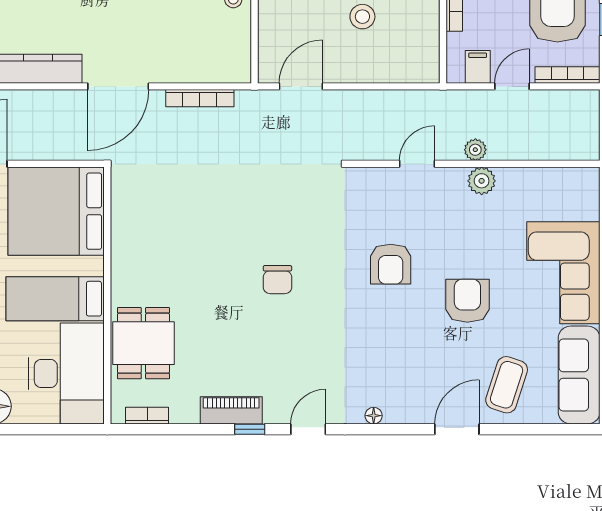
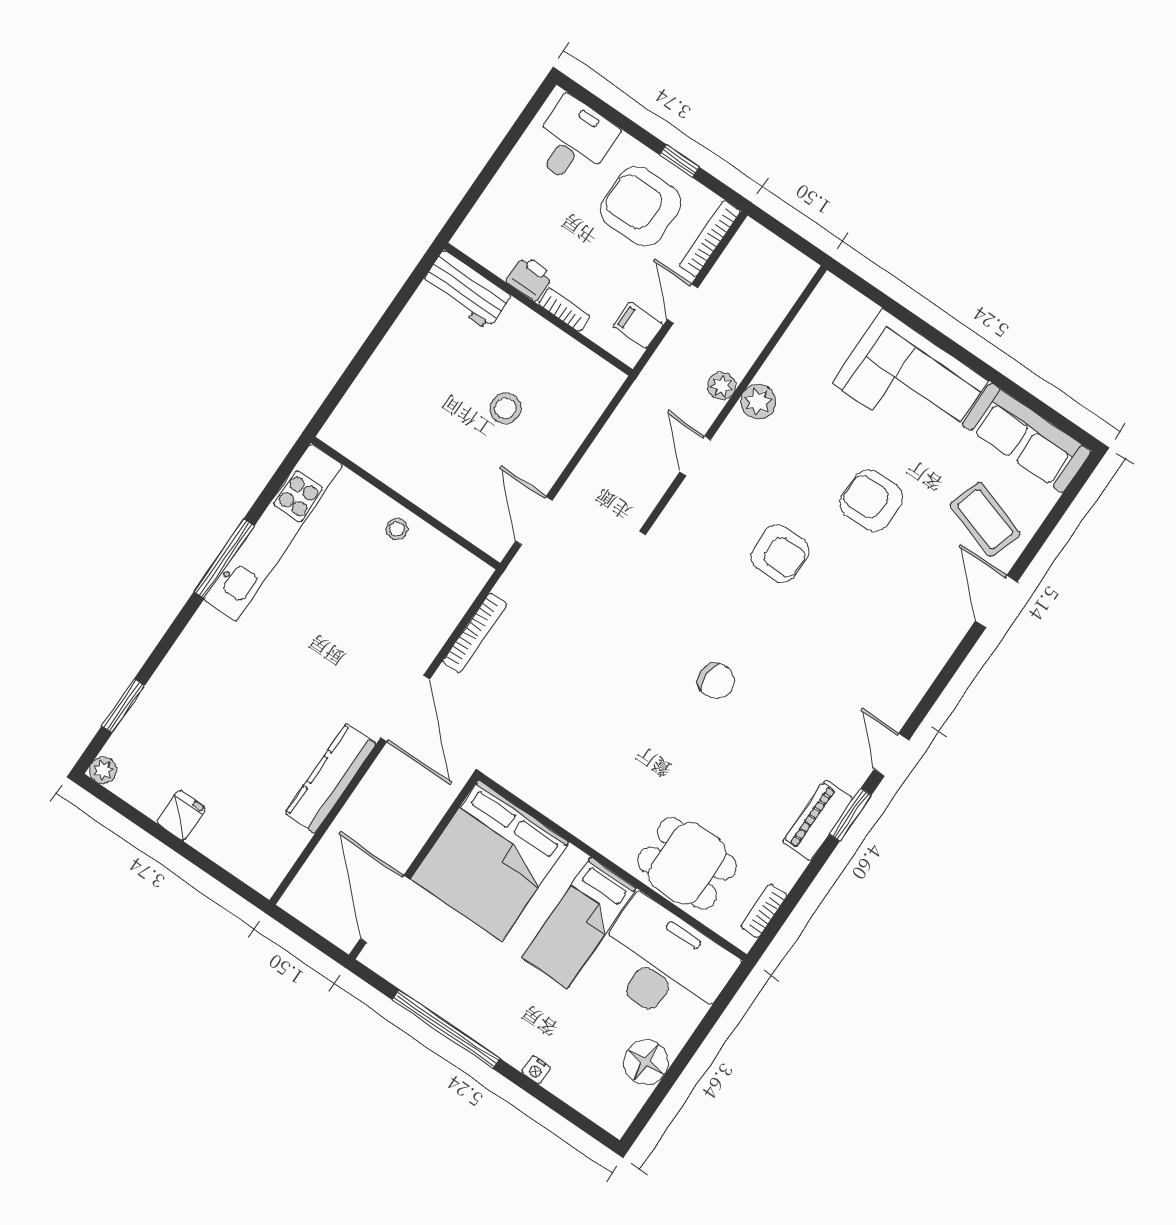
floor lamp: (374, 416) -> (924, 678), removed
window: (250, 429) -> (850, 815), width x1.50

